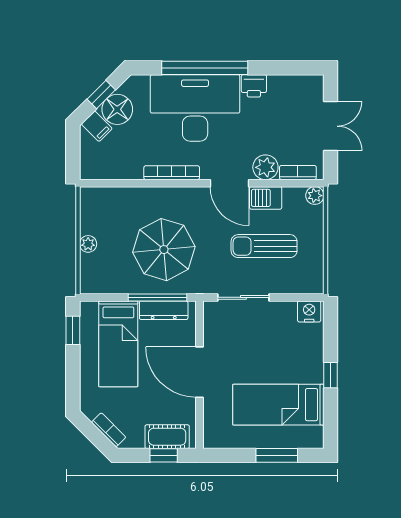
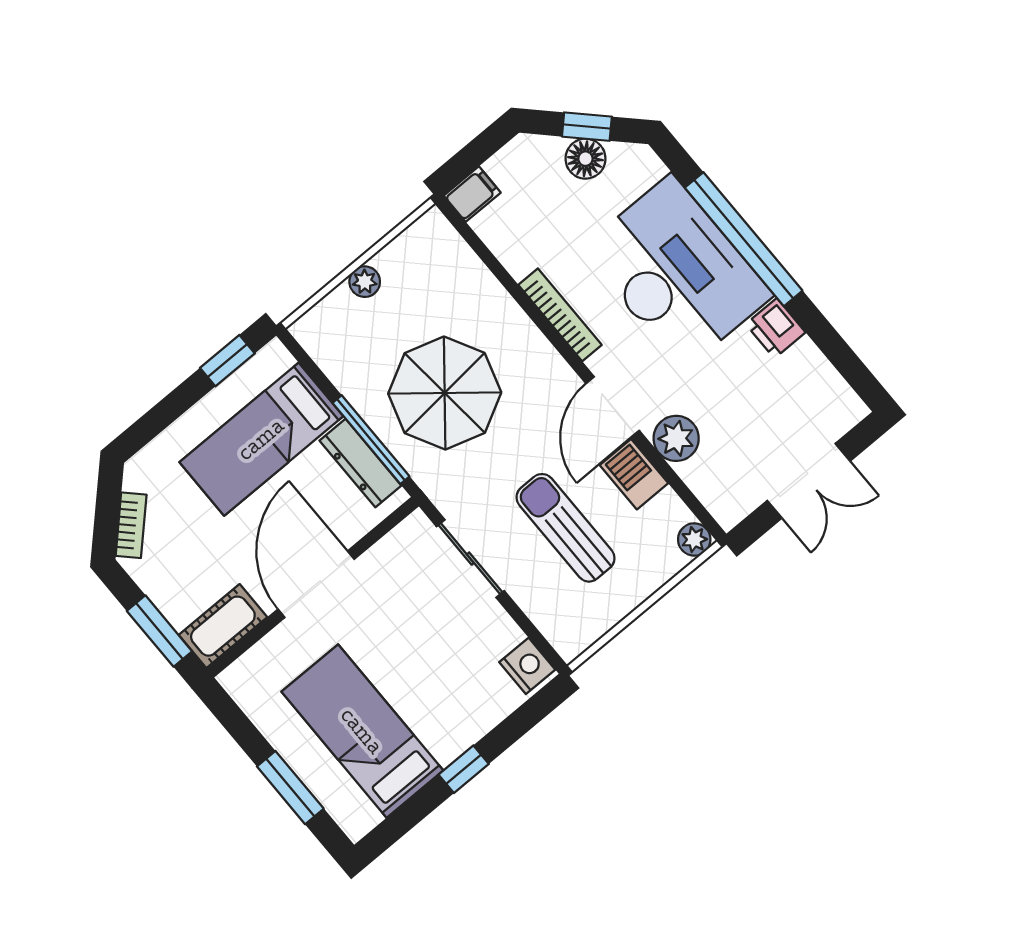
floor lamp: (117, 109) -> (585, 159), width x0.73, depth x0.73
filing cabinet: (97, 126) -> (472, 194), moved, turned -135
bookcase: (298, 173) -> (706, 489), removed
cot: (167, 437) -> (223, 626), moved, turned 90
window: (164, 455) -> (159, 631), width x1.50

